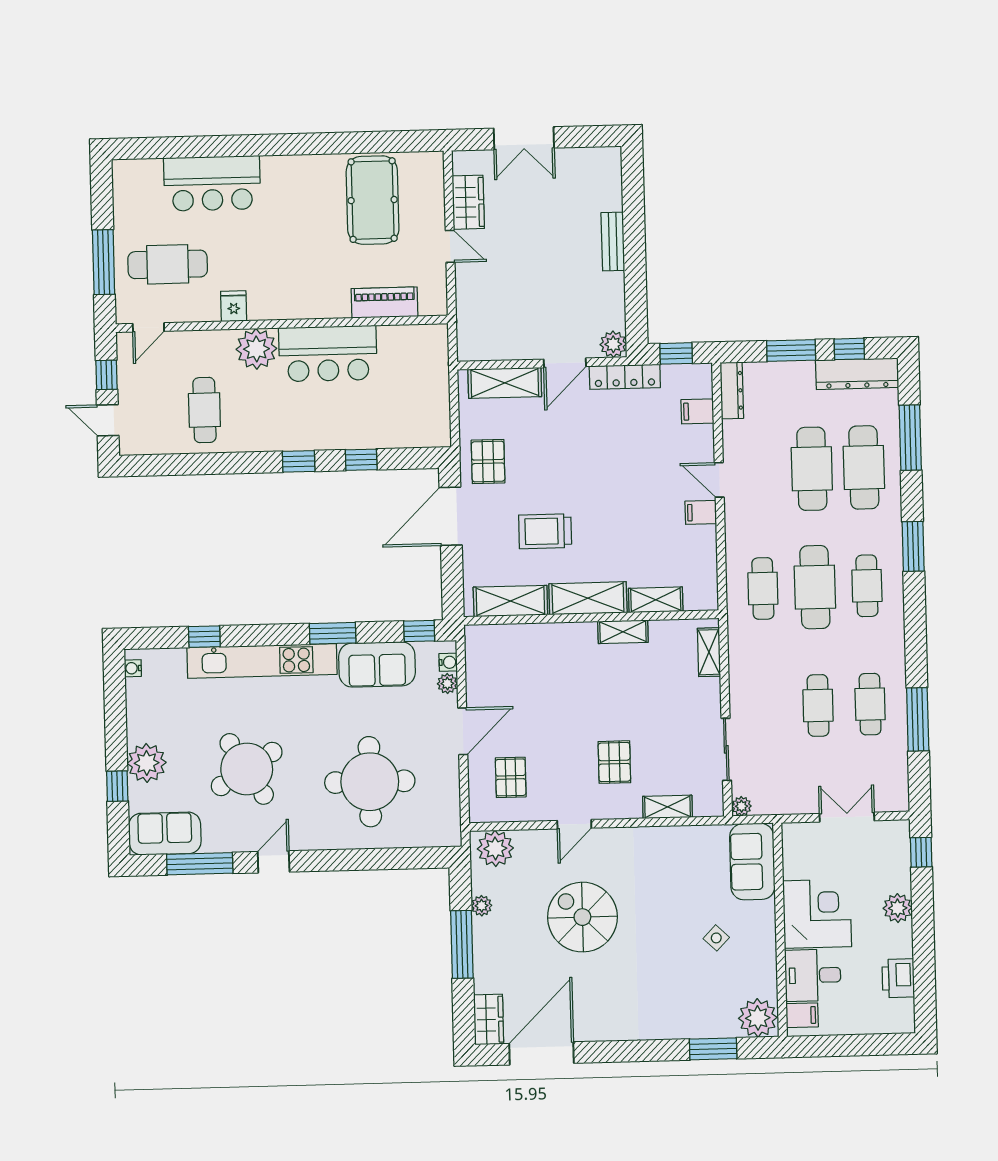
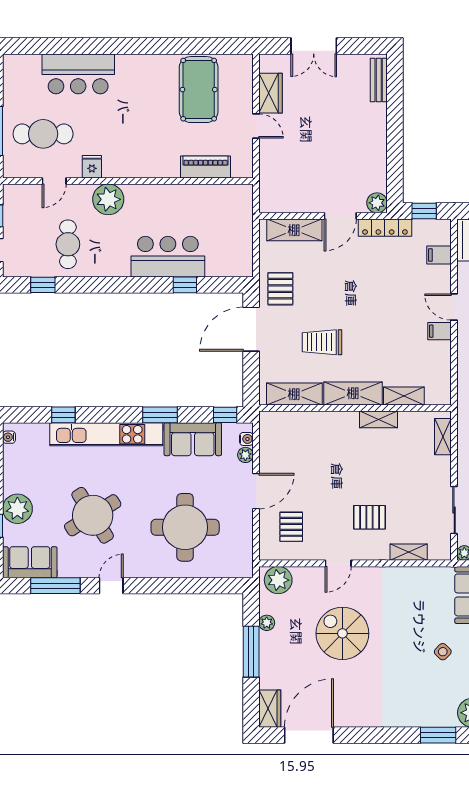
bench: (613, 242) -> (379, 80), moved
door: (148, 327) -> (54, 181), moved
bar counter: (328, 354) -> (168, 257), moved, turned 180
window: (299, 461) -> (43, 285), moved
pallet: (614, 762) -> (370, 517), turned 90

